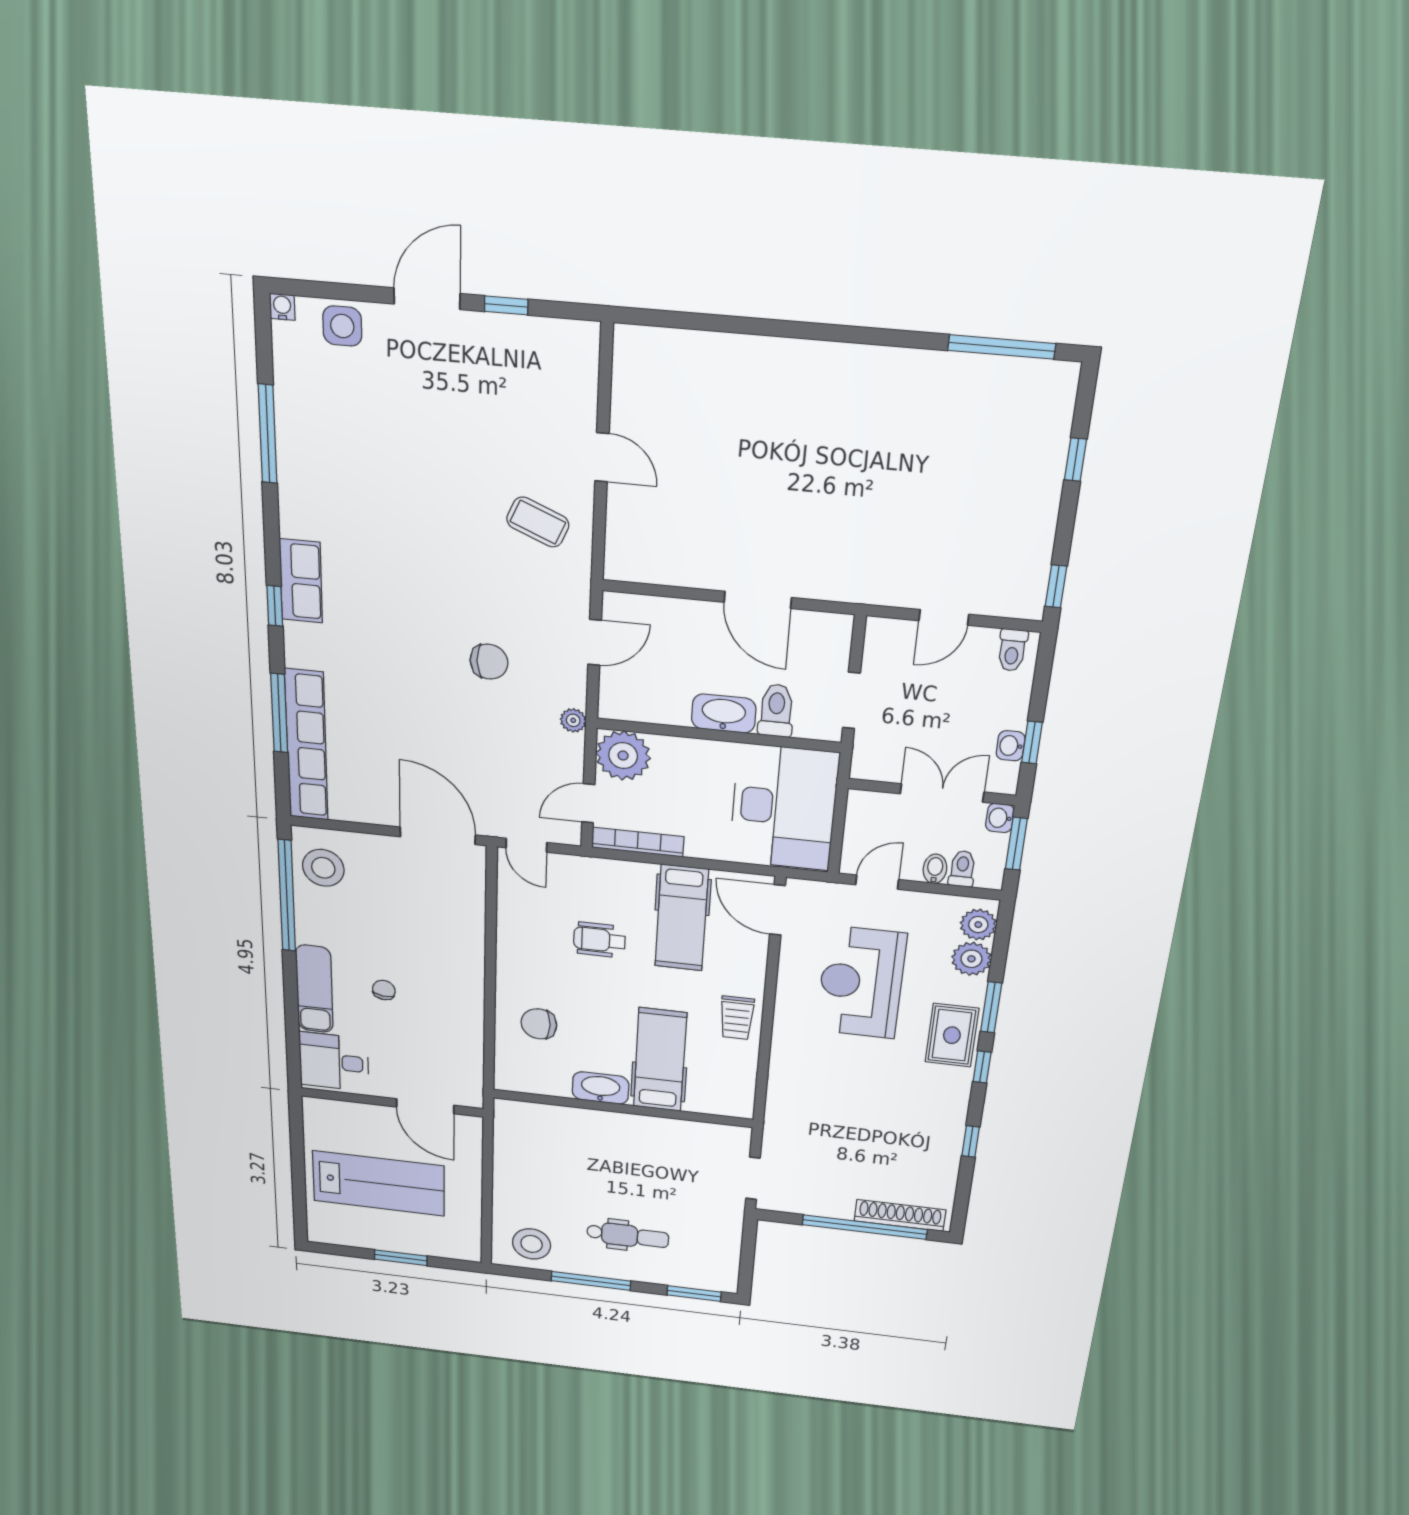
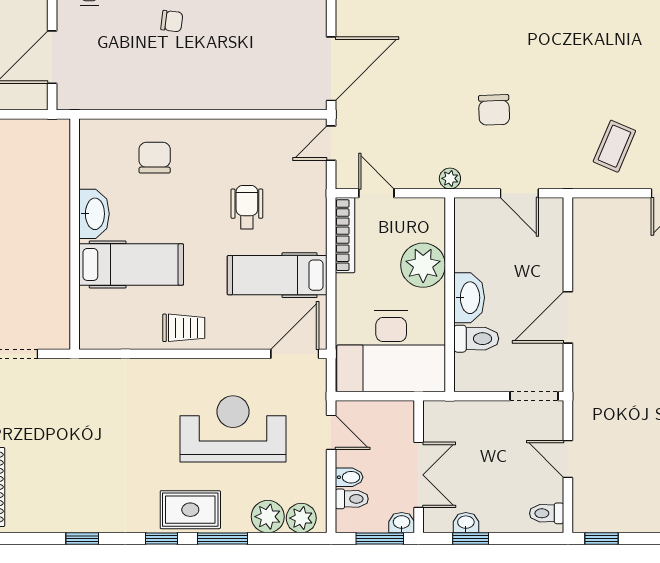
doorway: (851, 700) -> (534, 396), moved
plant: (623, 756) -> (423, 265), moved
trolley: (737, 1018) -> (184, 328), turned 180

